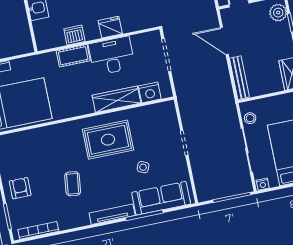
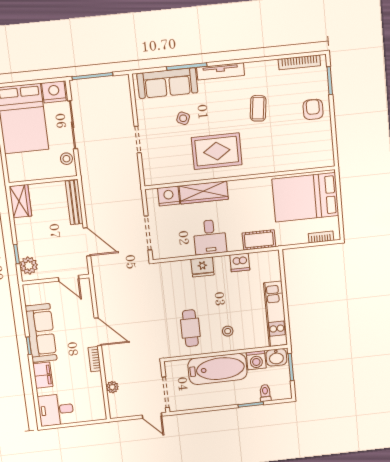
cot: (73, 56) -> (259, 240), moved
desk: (112, 56) -> (210, 237), width x0.73
nightstand: (263, 184) -> (54, 92), width x1.89, depth x1.79
armchair: (20, 188) -> (313, 109), turned 180

